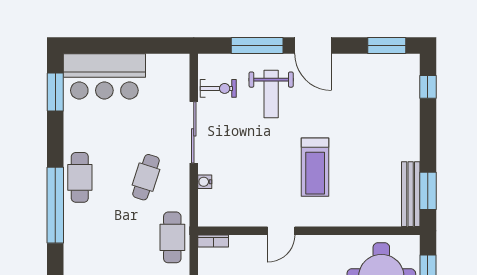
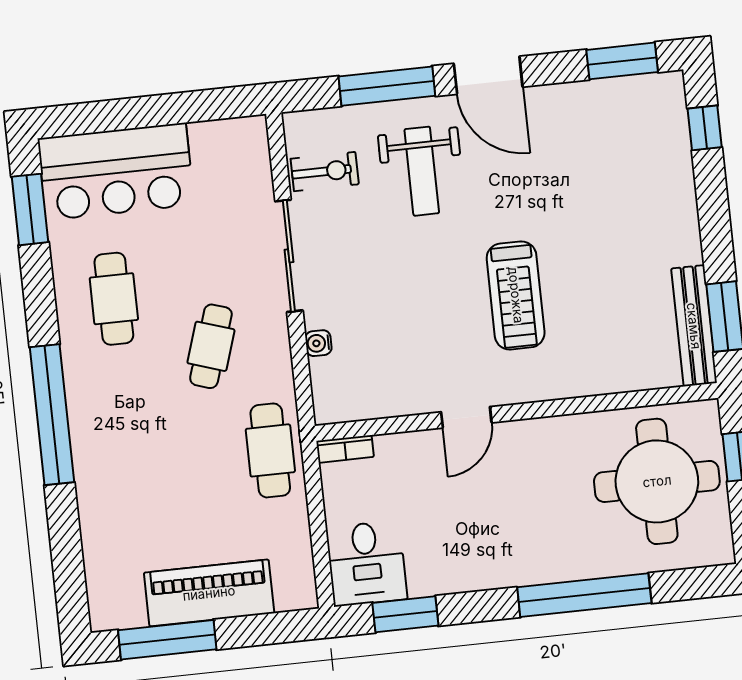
cafe table: (80, 177) -> (114, 299), moved

